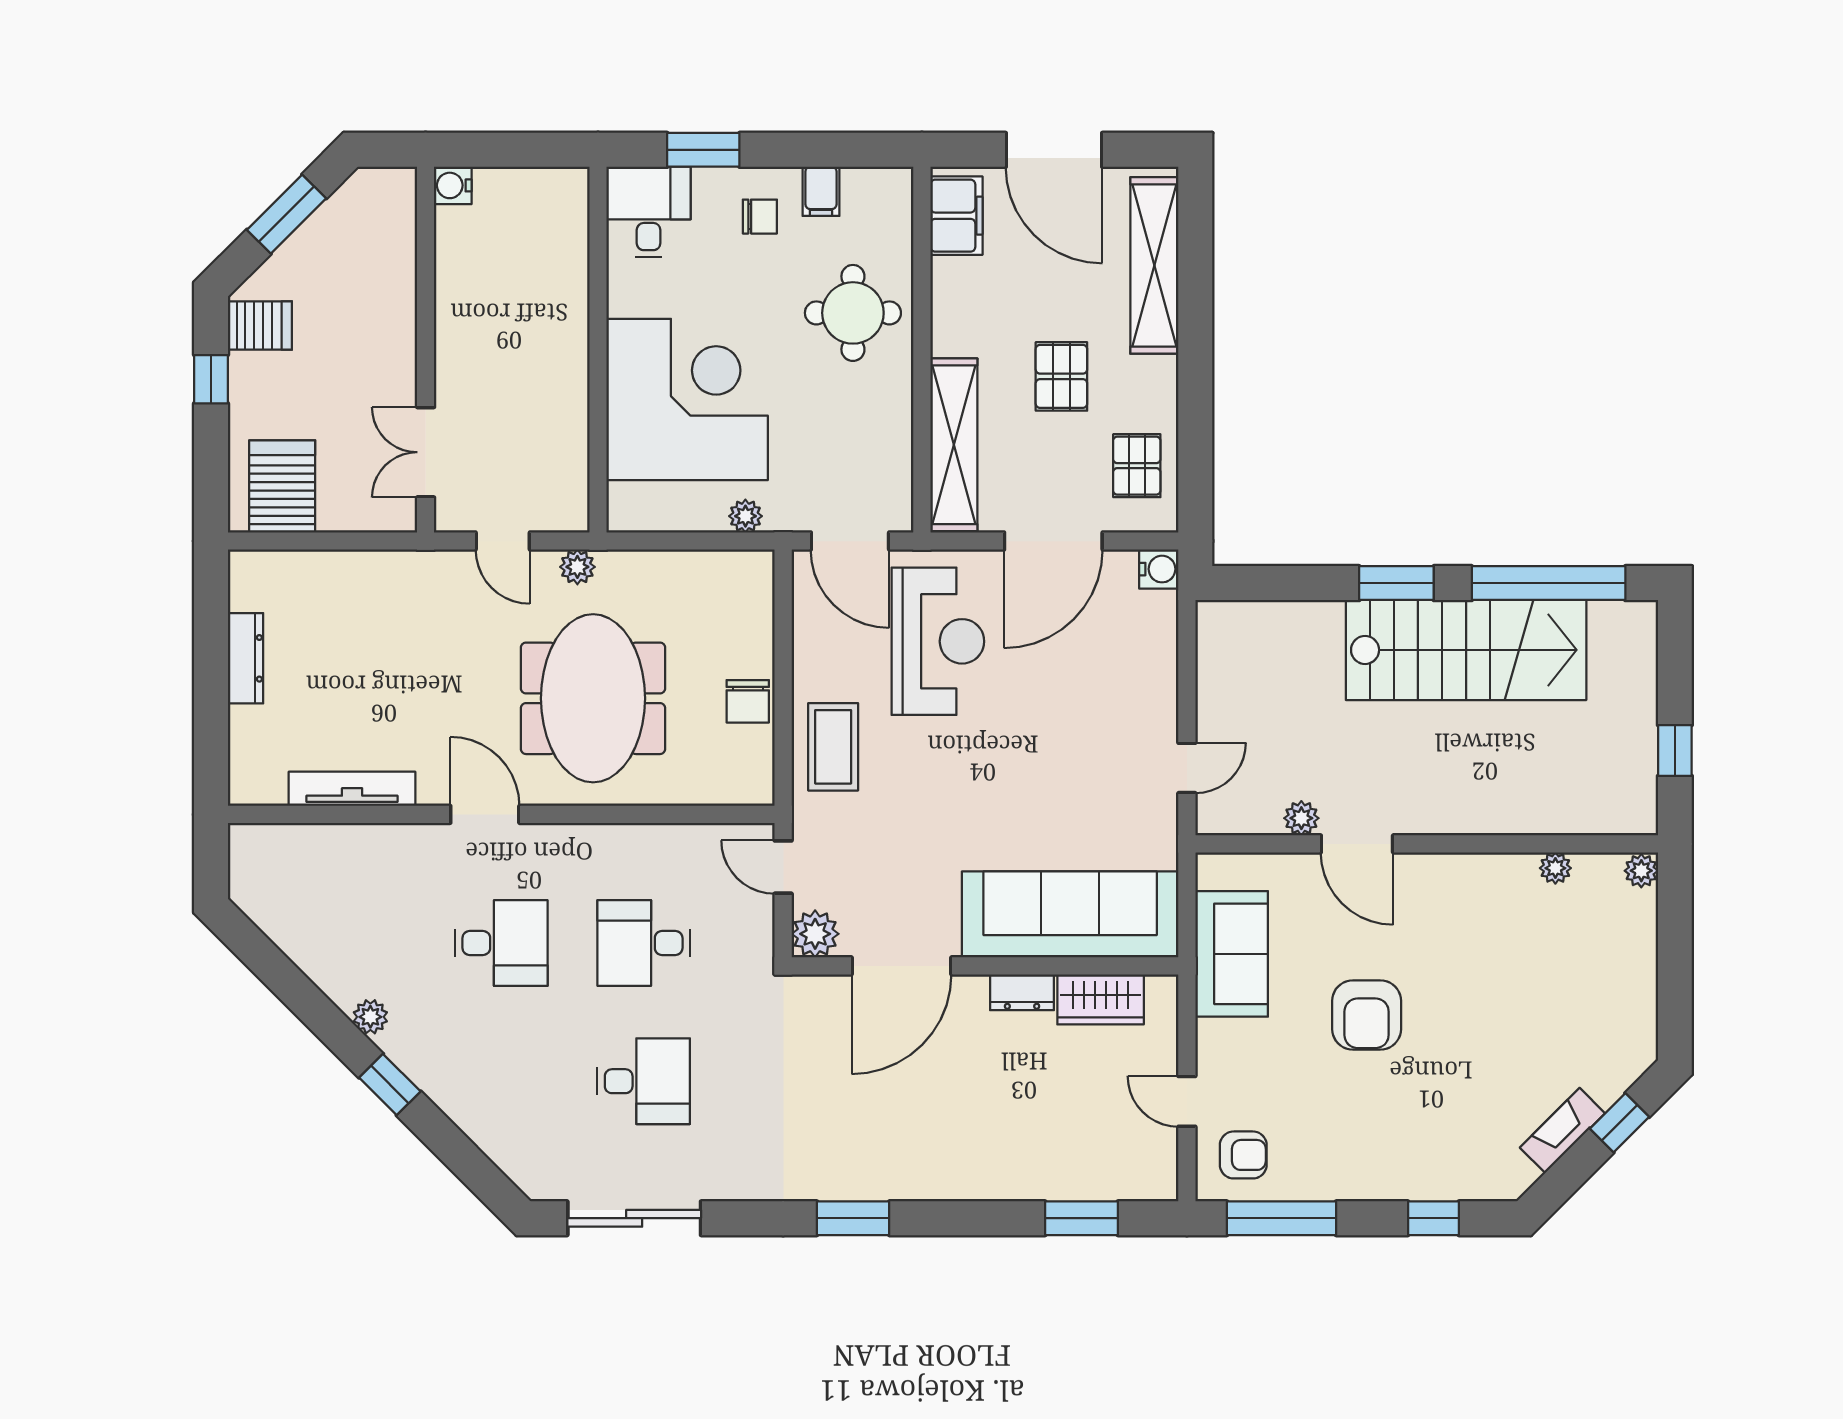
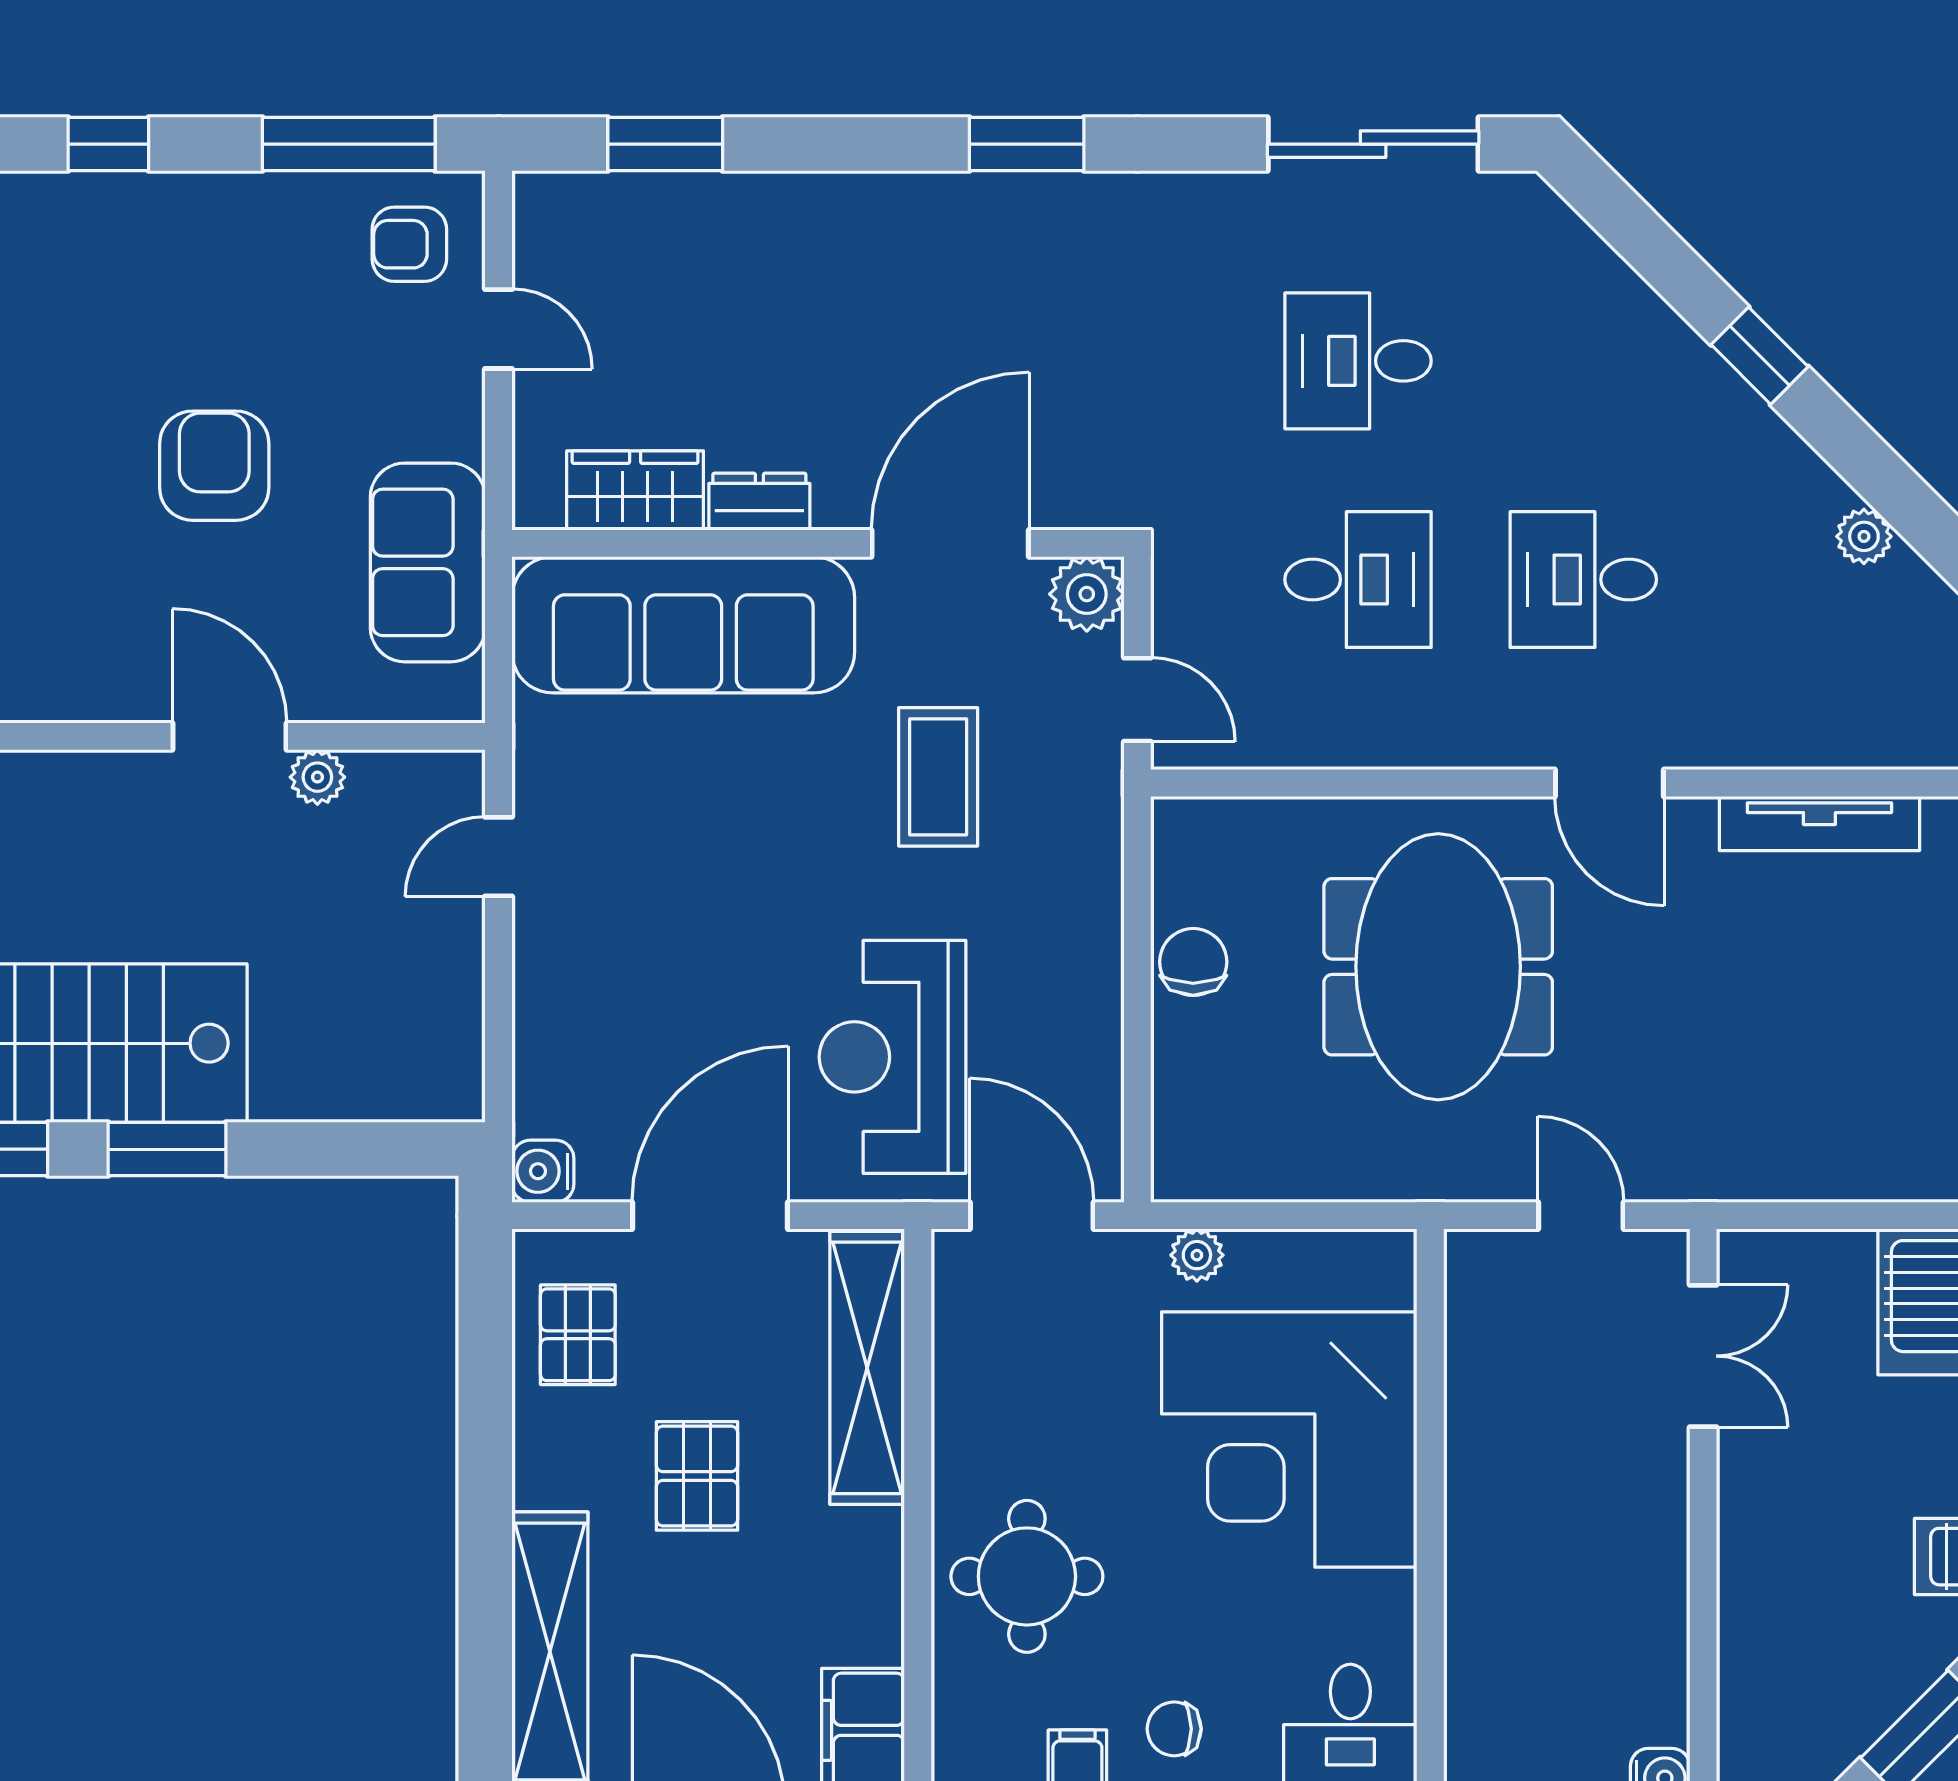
plant: (577, 567) -> (1463, 1175), removed
coffee table: (833, 747) -> (938, 777), moved
plant: (370, 1017) -> (1864, 536), moved

